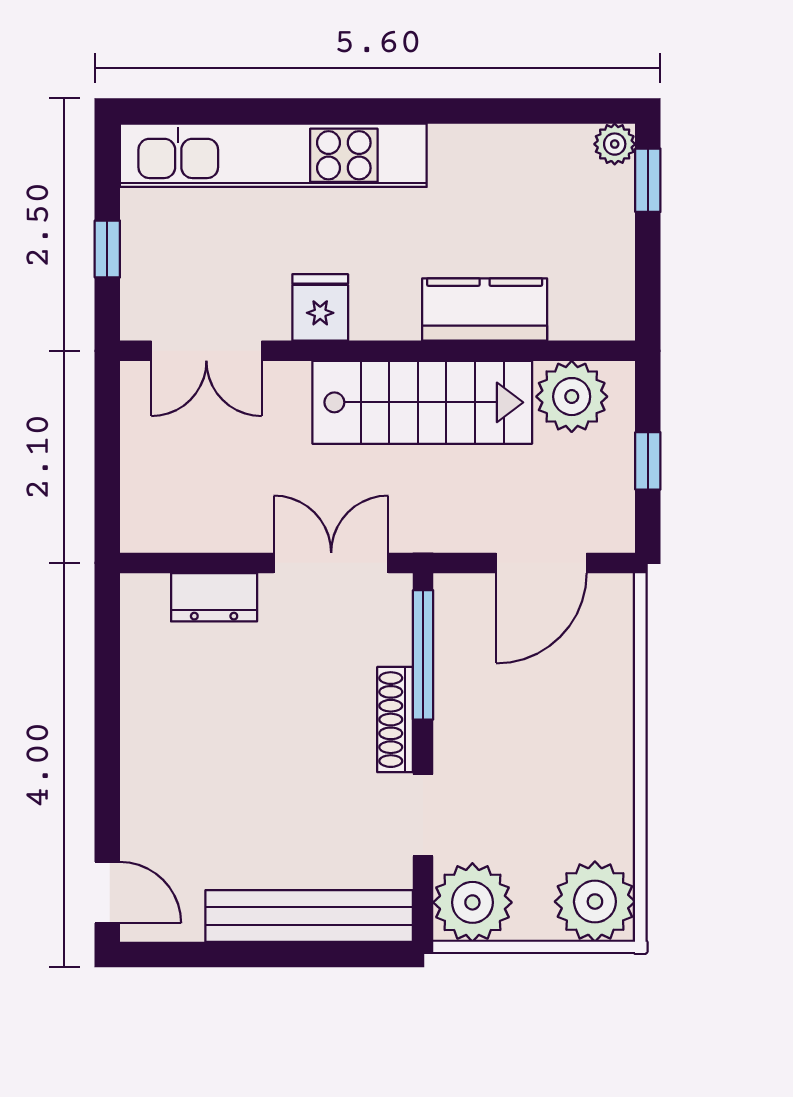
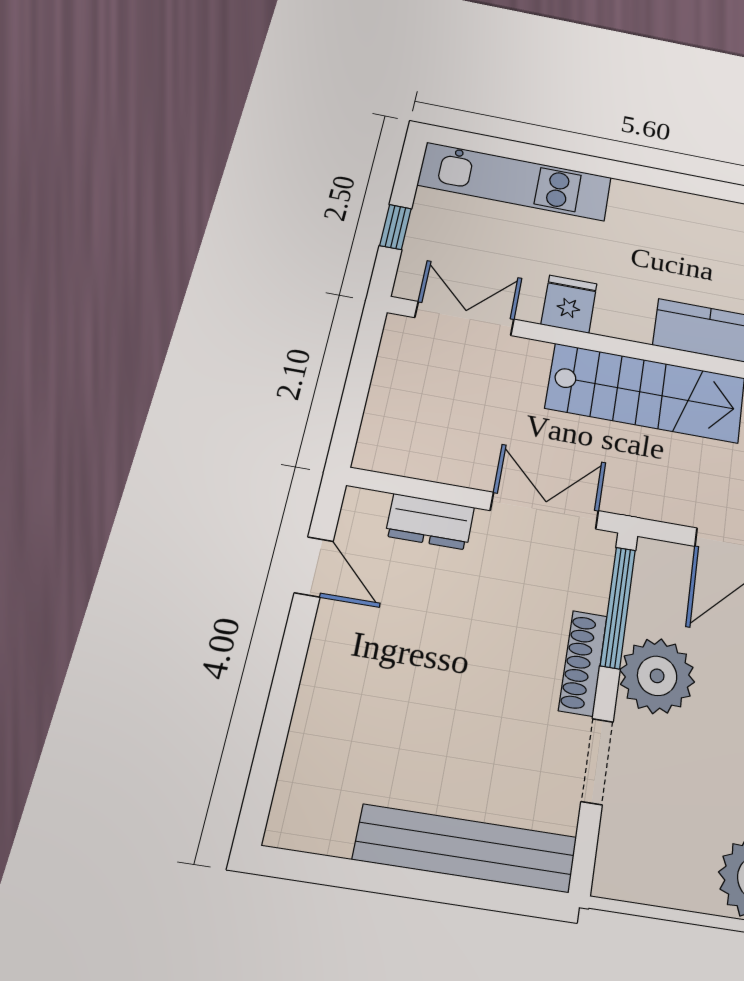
kitchen unit: (273, 155) -> (515, 181), width x0.73
double door: (206, 351) -> (465, 318), swing flipped
door: (107, 893) -> (314, 567), moved
plant: (472, 902) -> (657, 676), moved

